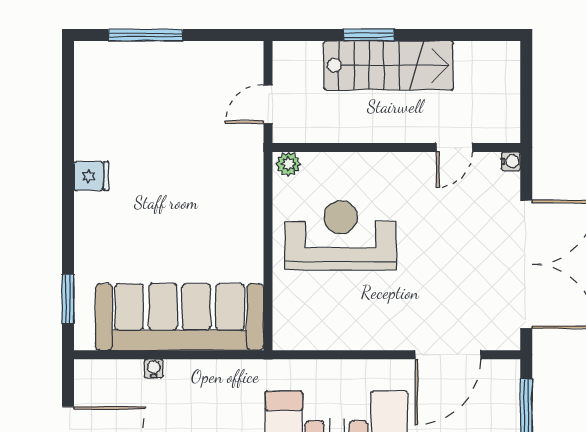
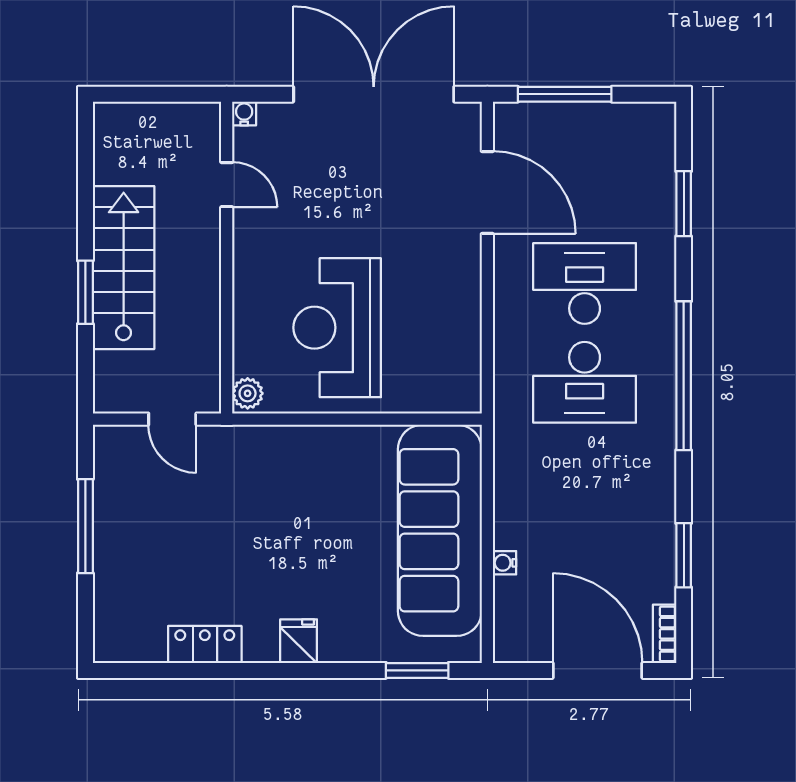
window: (146, 35) -> (85, 526), moved
locker: (89, 130) -> (205, 644), added
fridge: (91, 176) -> (299, 641), moved

